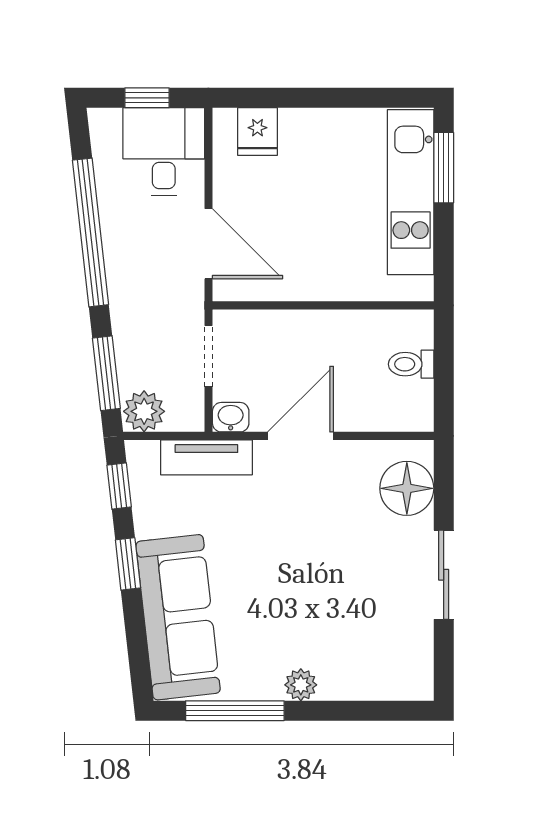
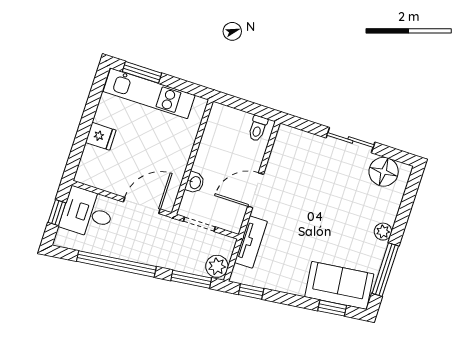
fridge: (257, 132) -> (101, 136), moved
toilet: (411, 364) -> (258, 128), moved
washbasin: (231, 417) -> (195, 182), moved, turned 180
door: (301, 436) -> (256, 190), hinge flipped
floor lamp: (407, 488) -> (384, 172), moved
window: (128, 564) -> (332, 308), moved
sofa: (178, 617) -> (339, 285), width x0.73

